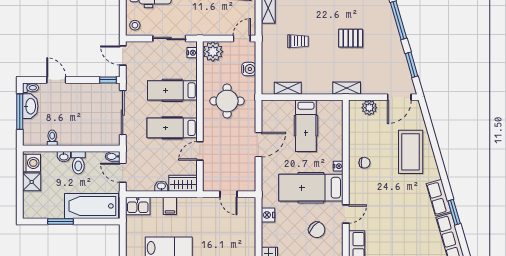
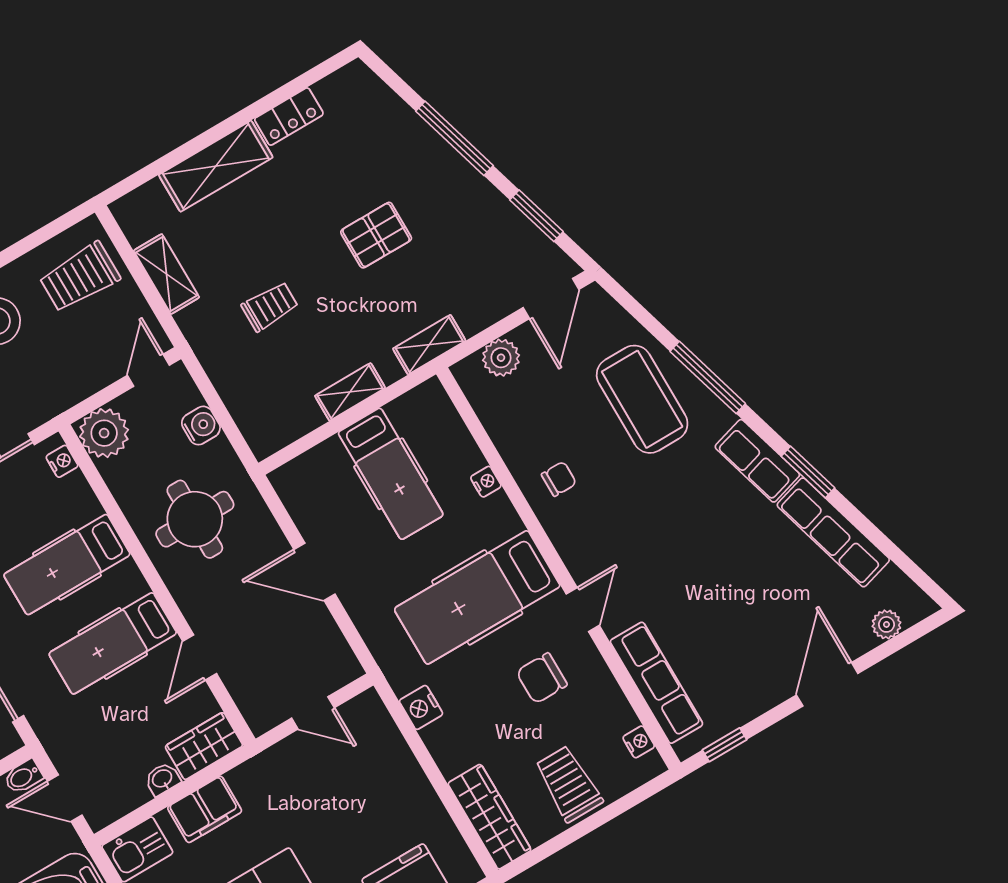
shelving: (288, 88) -> (350, 392), moved
door: (258, 145) -> (314, 572), swing flipped
window: (438, 158) -> (708, 377), added
nightstand: (338, 166) -> (486, 482), moved
filing cabinet: (170, 206) -> (205, 809), width x2.00
chair: (317, 230) -> (542, 678), turned 138

